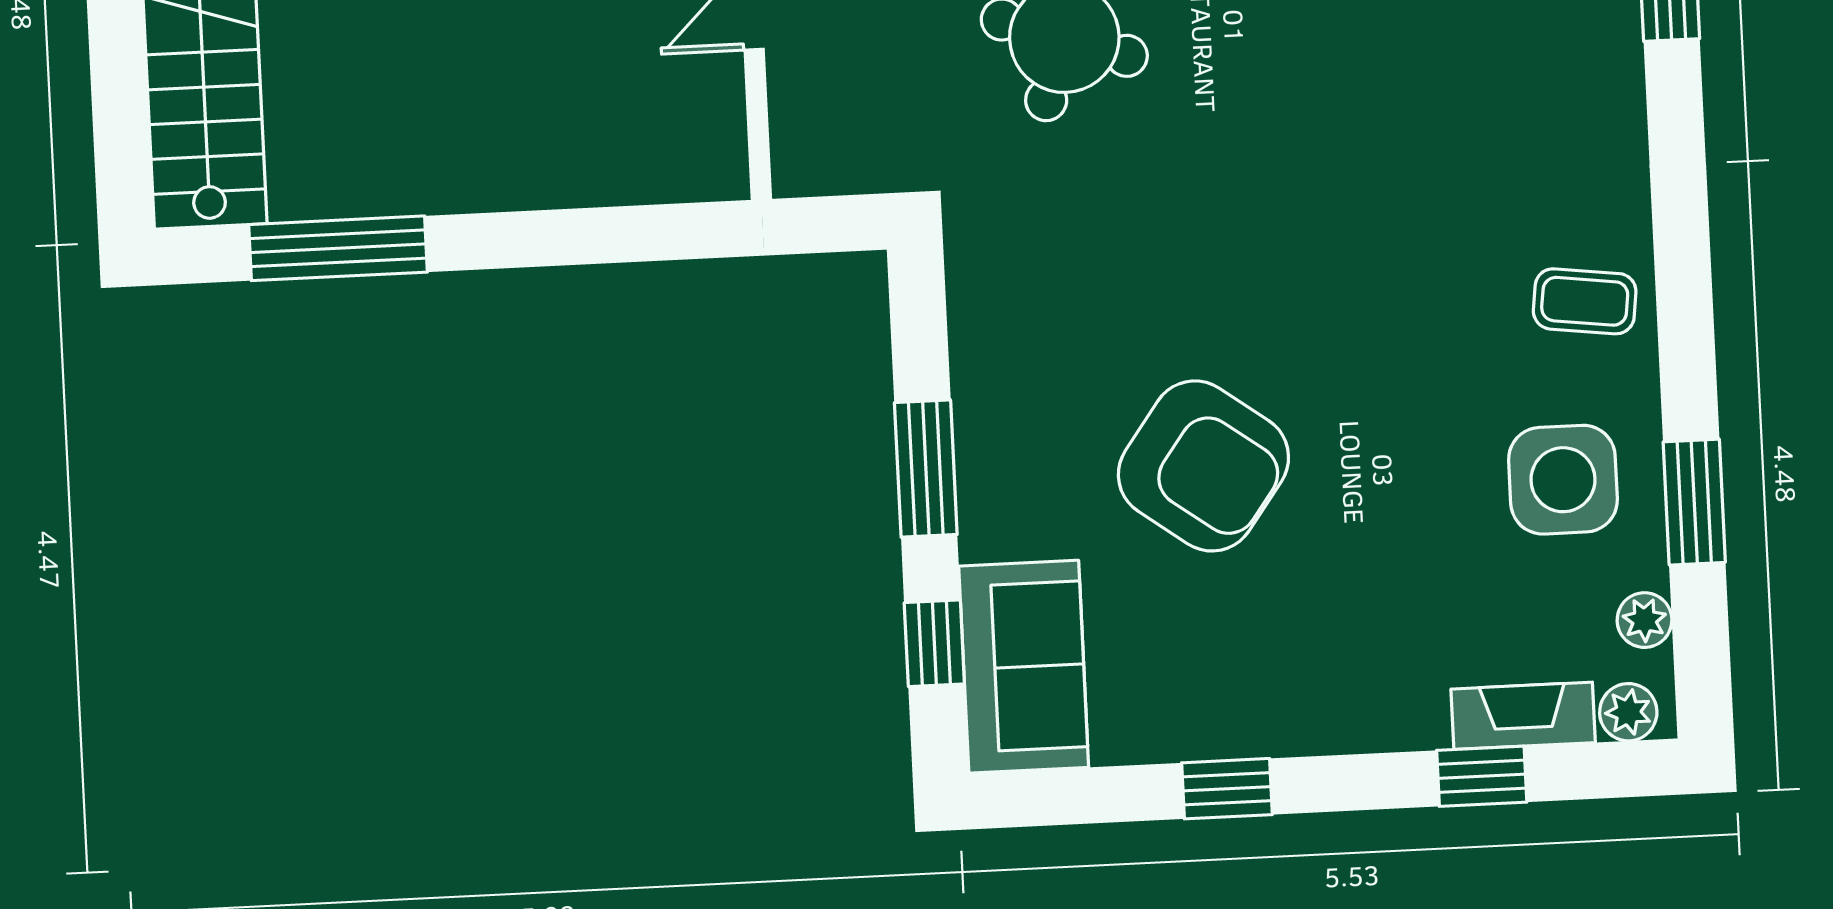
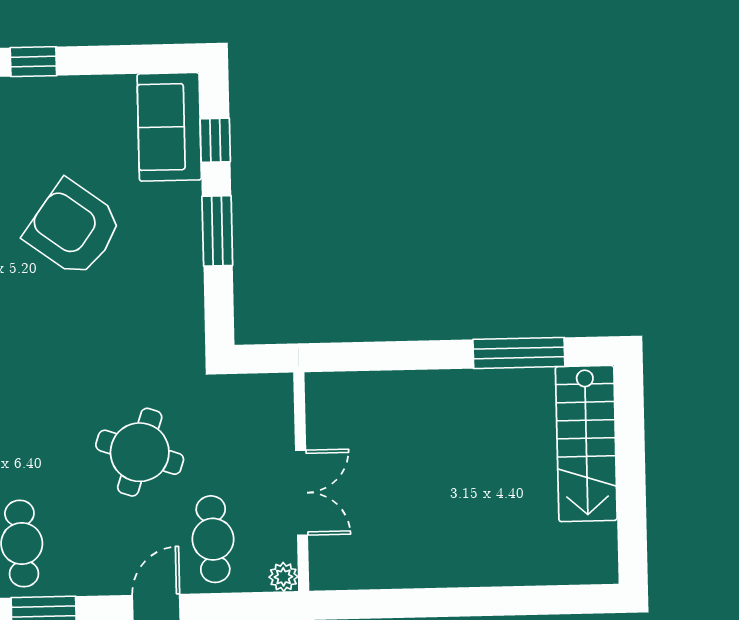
window: (1227, 789) -> (33, 62), moved

